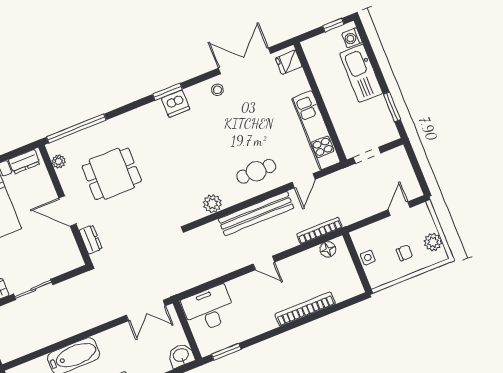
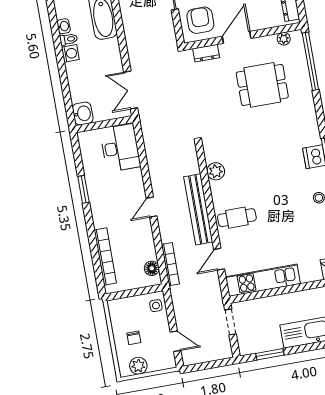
cafe table: (256, 171) -> (237, 218), turned 90
dining table: (112, 174) -> (262, 85), turned 90
door: (304, 181) -> (219, 259), hinge flipped
armchair: (57, 253) -> (200, 20), added
side table: (368, 258) -> (156, 306), moved
bookcase: (305, 309) -> (105, 257), moved
window: (226, 352) -> (83, 189), moved

